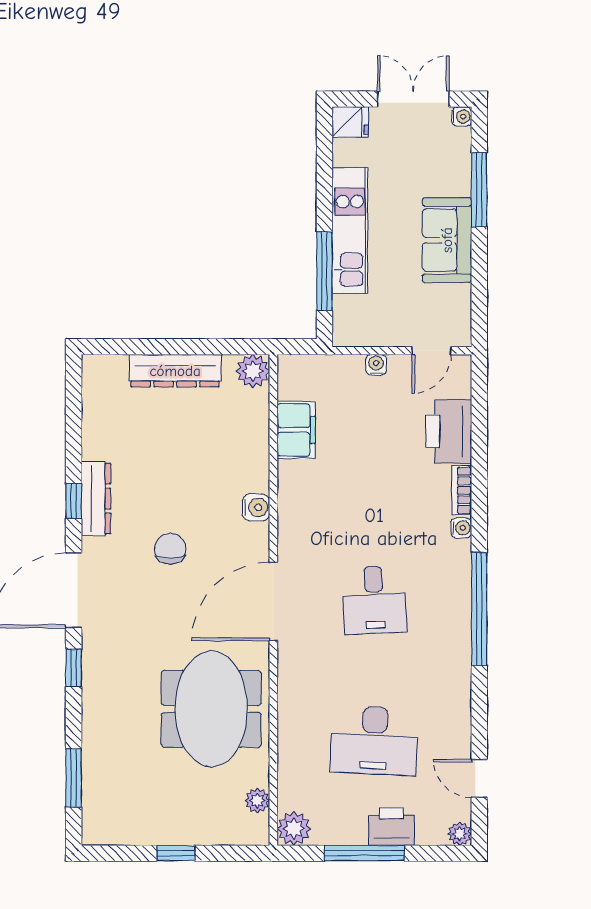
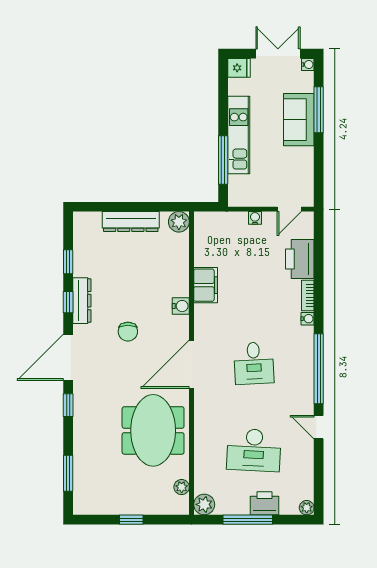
sofa: (447, 240) -> (299, 120), moved
filing cabinet: (296, 430) -> (206, 285), moved
window: (74, 436) -> (68, 262), added
chair: (170, 549) -> (128, 332), turned 180
door: (479, 778) -> (319, 427), moved

